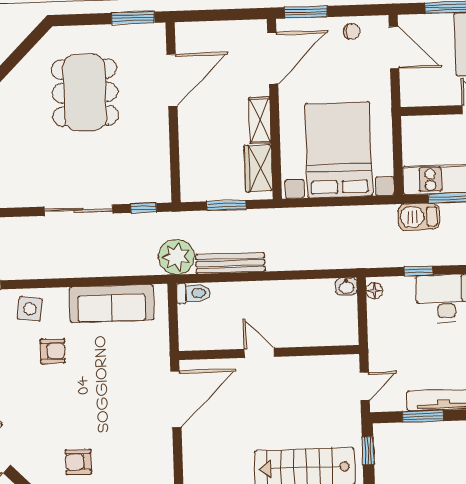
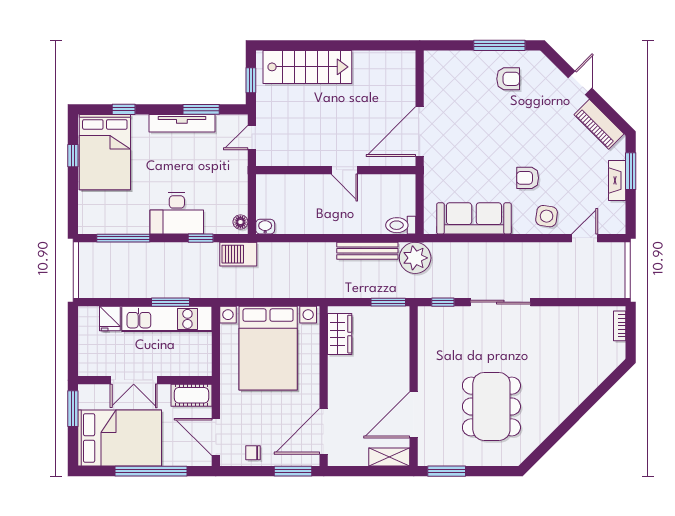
cot: (423, 94) -> (191, 395), added
shelving: (260, 120) -> (389, 457), moved, turned 90
window: (226, 205) -> (388, 302), moved
barbecue: (419, 217) -> (238, 254), moved, turned 180

